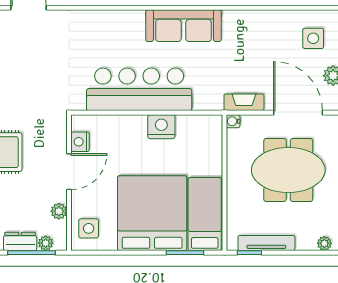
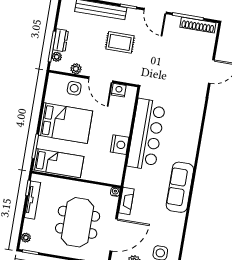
sofa: (183, 26) -> (180, 187), moved
bed: (152, 213) -> (65, 123), width x0.73
side table: (89, 228) -> (74, 88), moved

